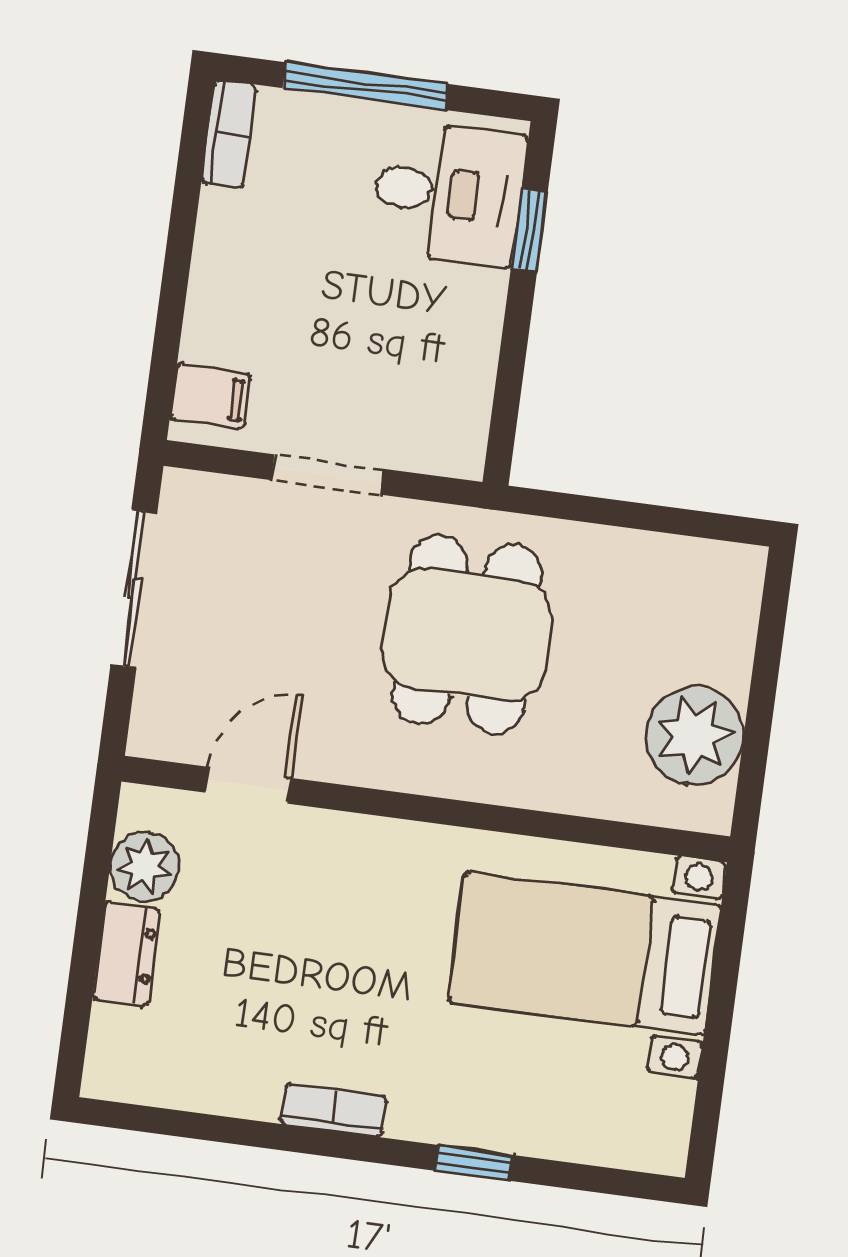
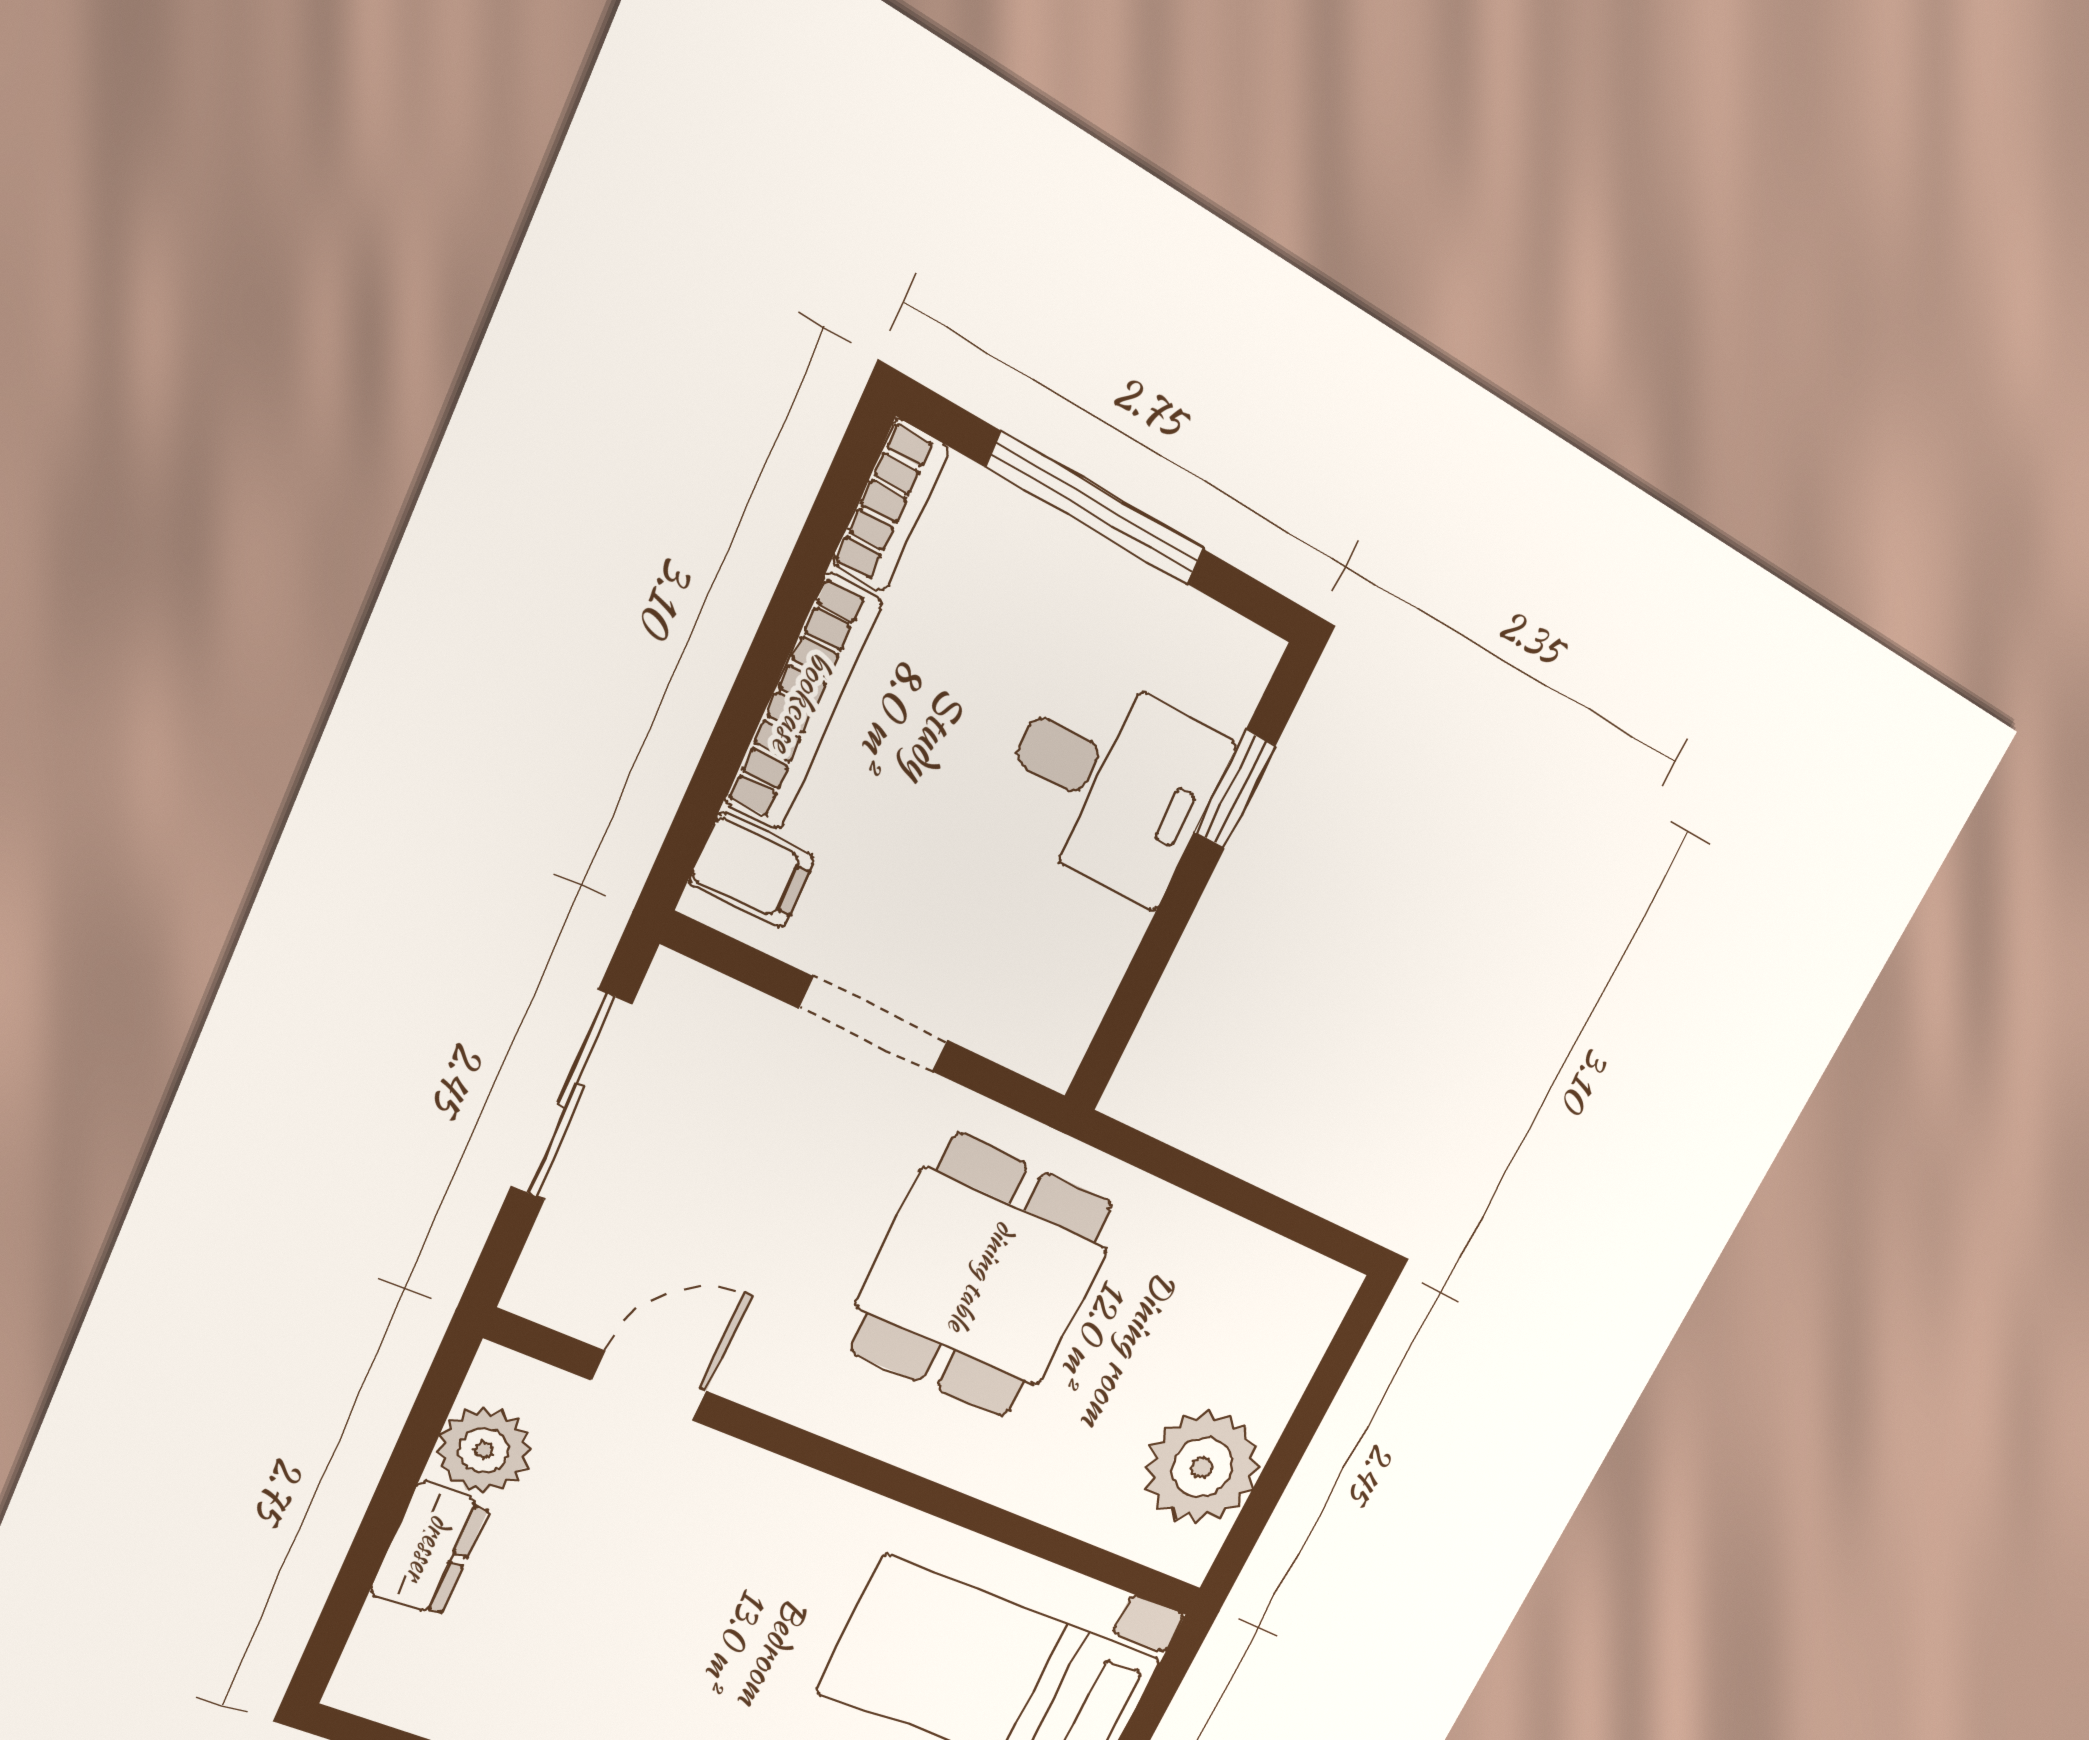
desk: (448, 193) -> (1112, 784), moved
bookcase: (211, 276) -> (803, 703), added

